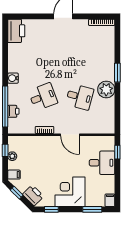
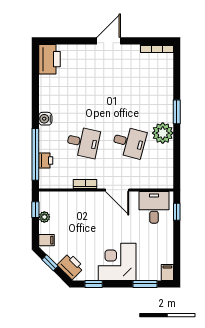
desk: (43, 97) -> (83, 142), turned 33
desk: (102, 163) -> (154, 207), moved, turned -90

